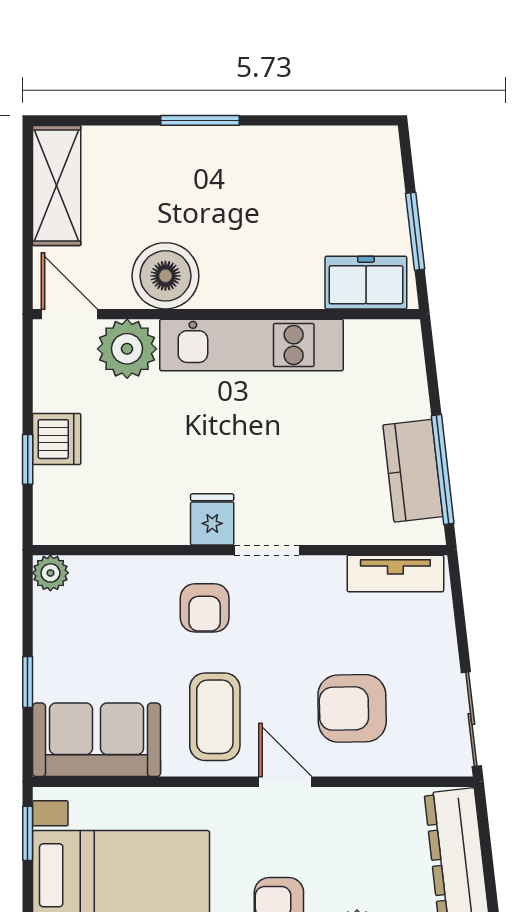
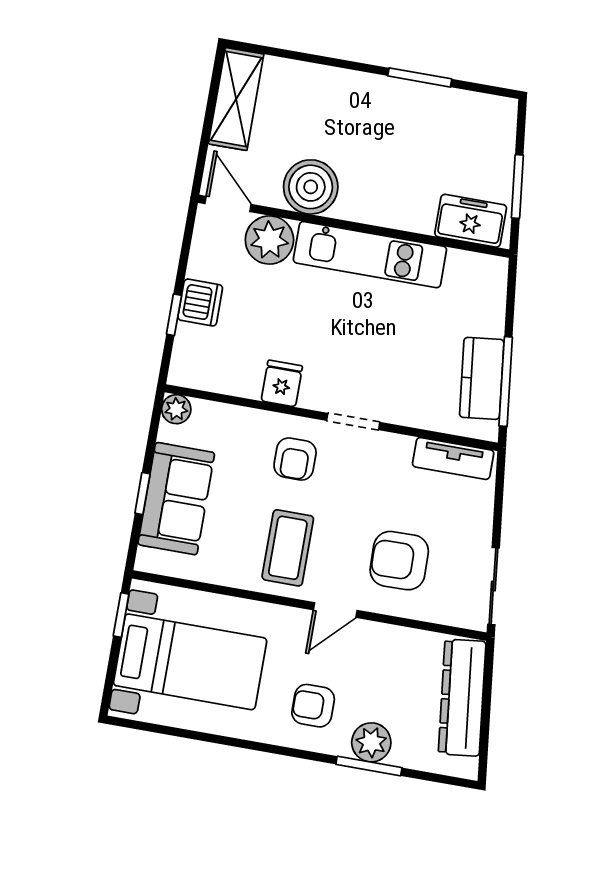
window: (200, 120) -> (420, 77), moved
fridge: (212, 519) -> (282, 383), moved
sofa: (96, 740) -> (176, 499), moved, turned 90
door: (285, 782) -> (335, 610), swing flipped

